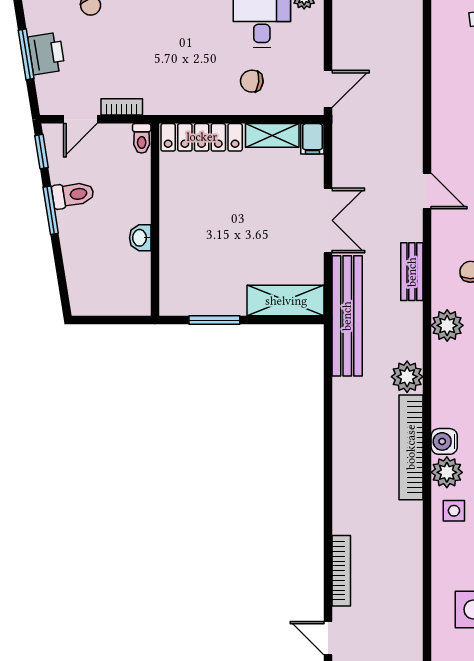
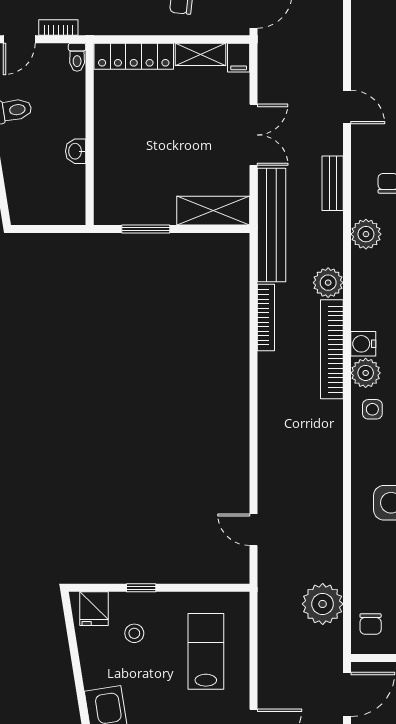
bookcase: (341, 571) -> (266, 317), moved

